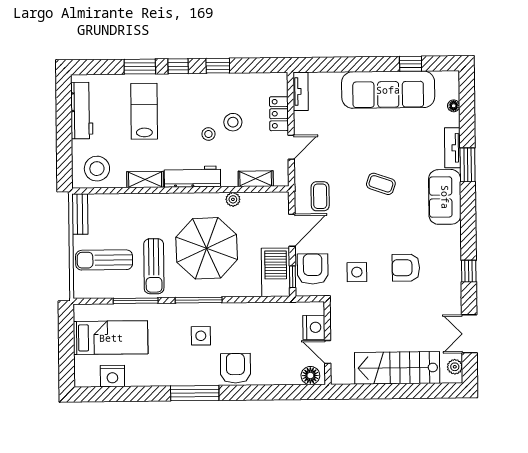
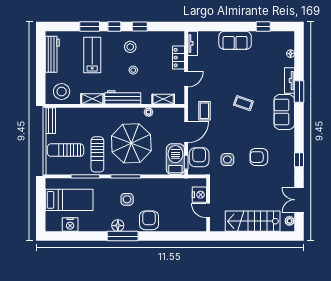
sofa: (388, 90) -> (235, 40), width x0.54, depth x0.79
stool: (233, 122) -> (130, 47), moved
floor lamp: (310, 376) -> (118, 226), moved

